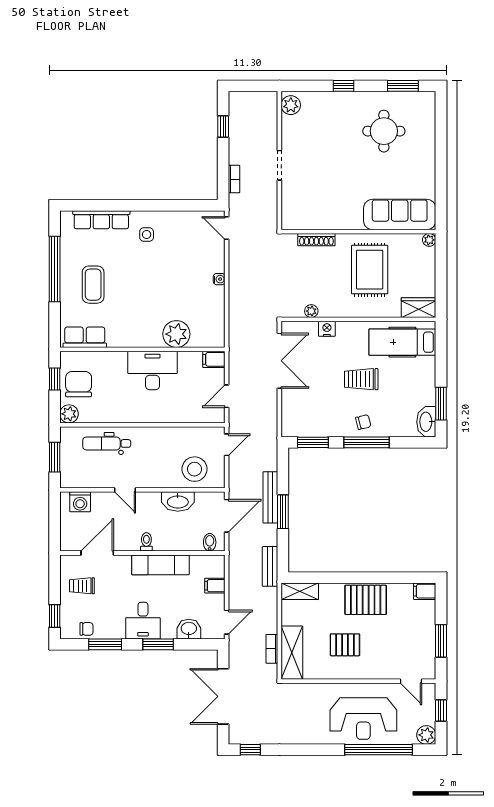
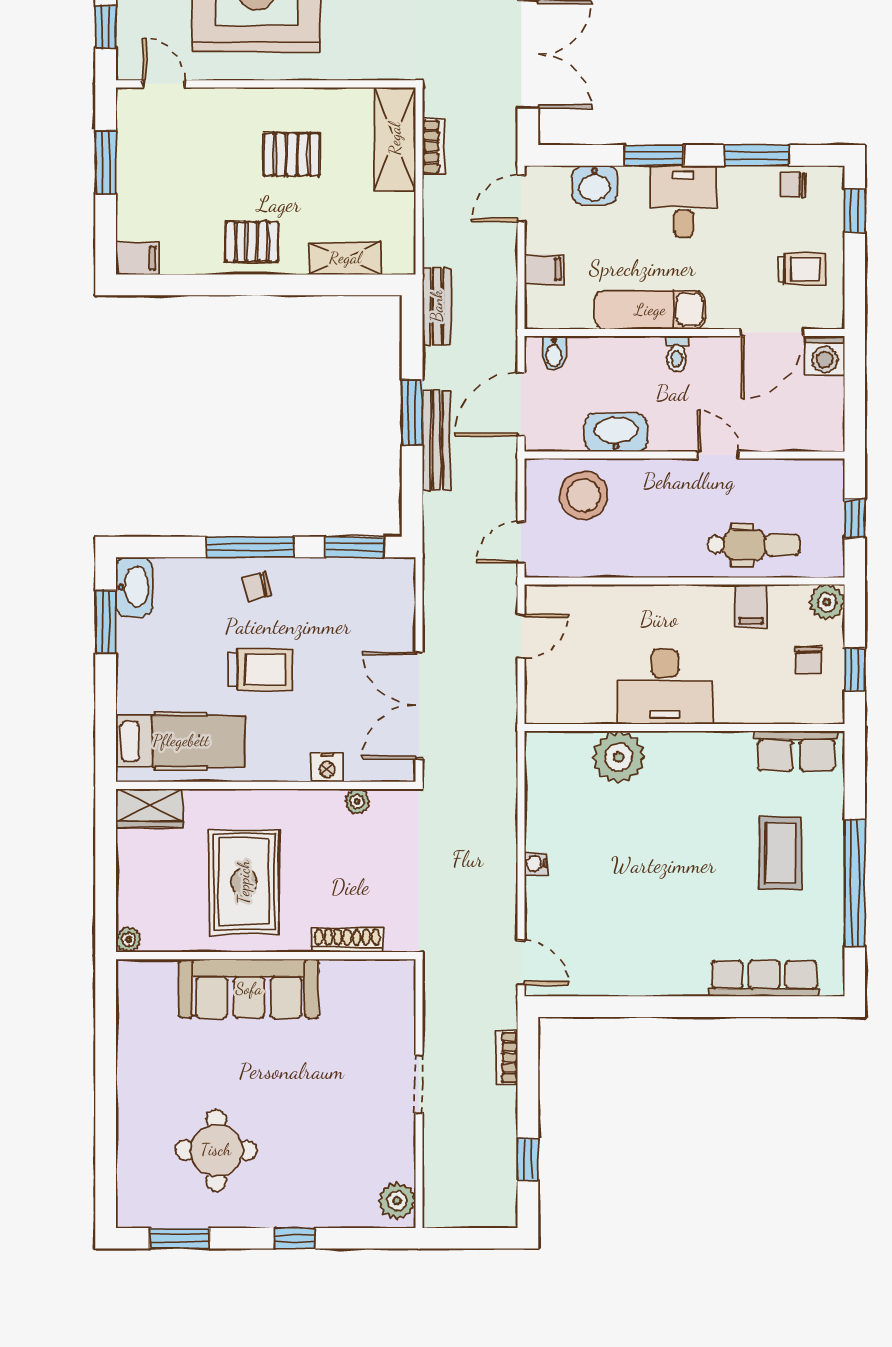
sofa: (400, 215) -> (249, 989), moved
side table: (147, 235) -> (676, 950), removed
filing cabinet: (214, 359) -> (751, 606), moved, turned 90
chair: (79, 384) -> (808, 660), width x0.54, depth x0.54
window: (55, 457) -> (855, 518), width x0.67
washing machine: (80, 502) -> (825, 356), moved, turned 180
shelving: (300, 591) -> (345, 258), moved
pallet: (366, 600) -> (252, 242), width x0.67, depth x0.71

